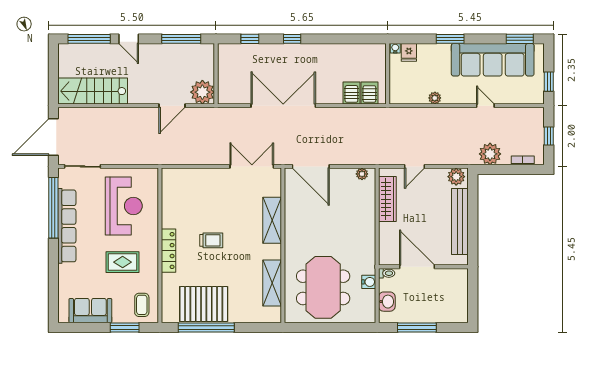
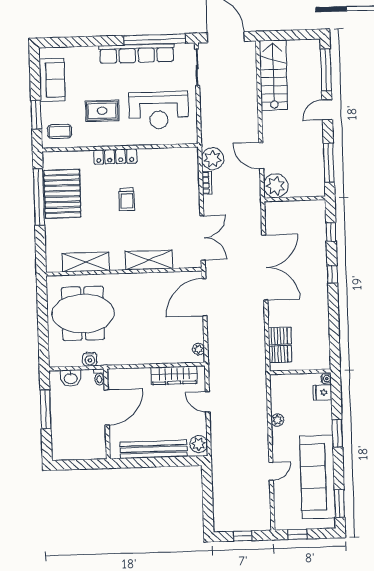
plant: (490, 154) -> (213, 159), moved
bookcase: (523, 160) -> (207, 183), moved
rug: (123, 262) -> (102, 111), turned 90

